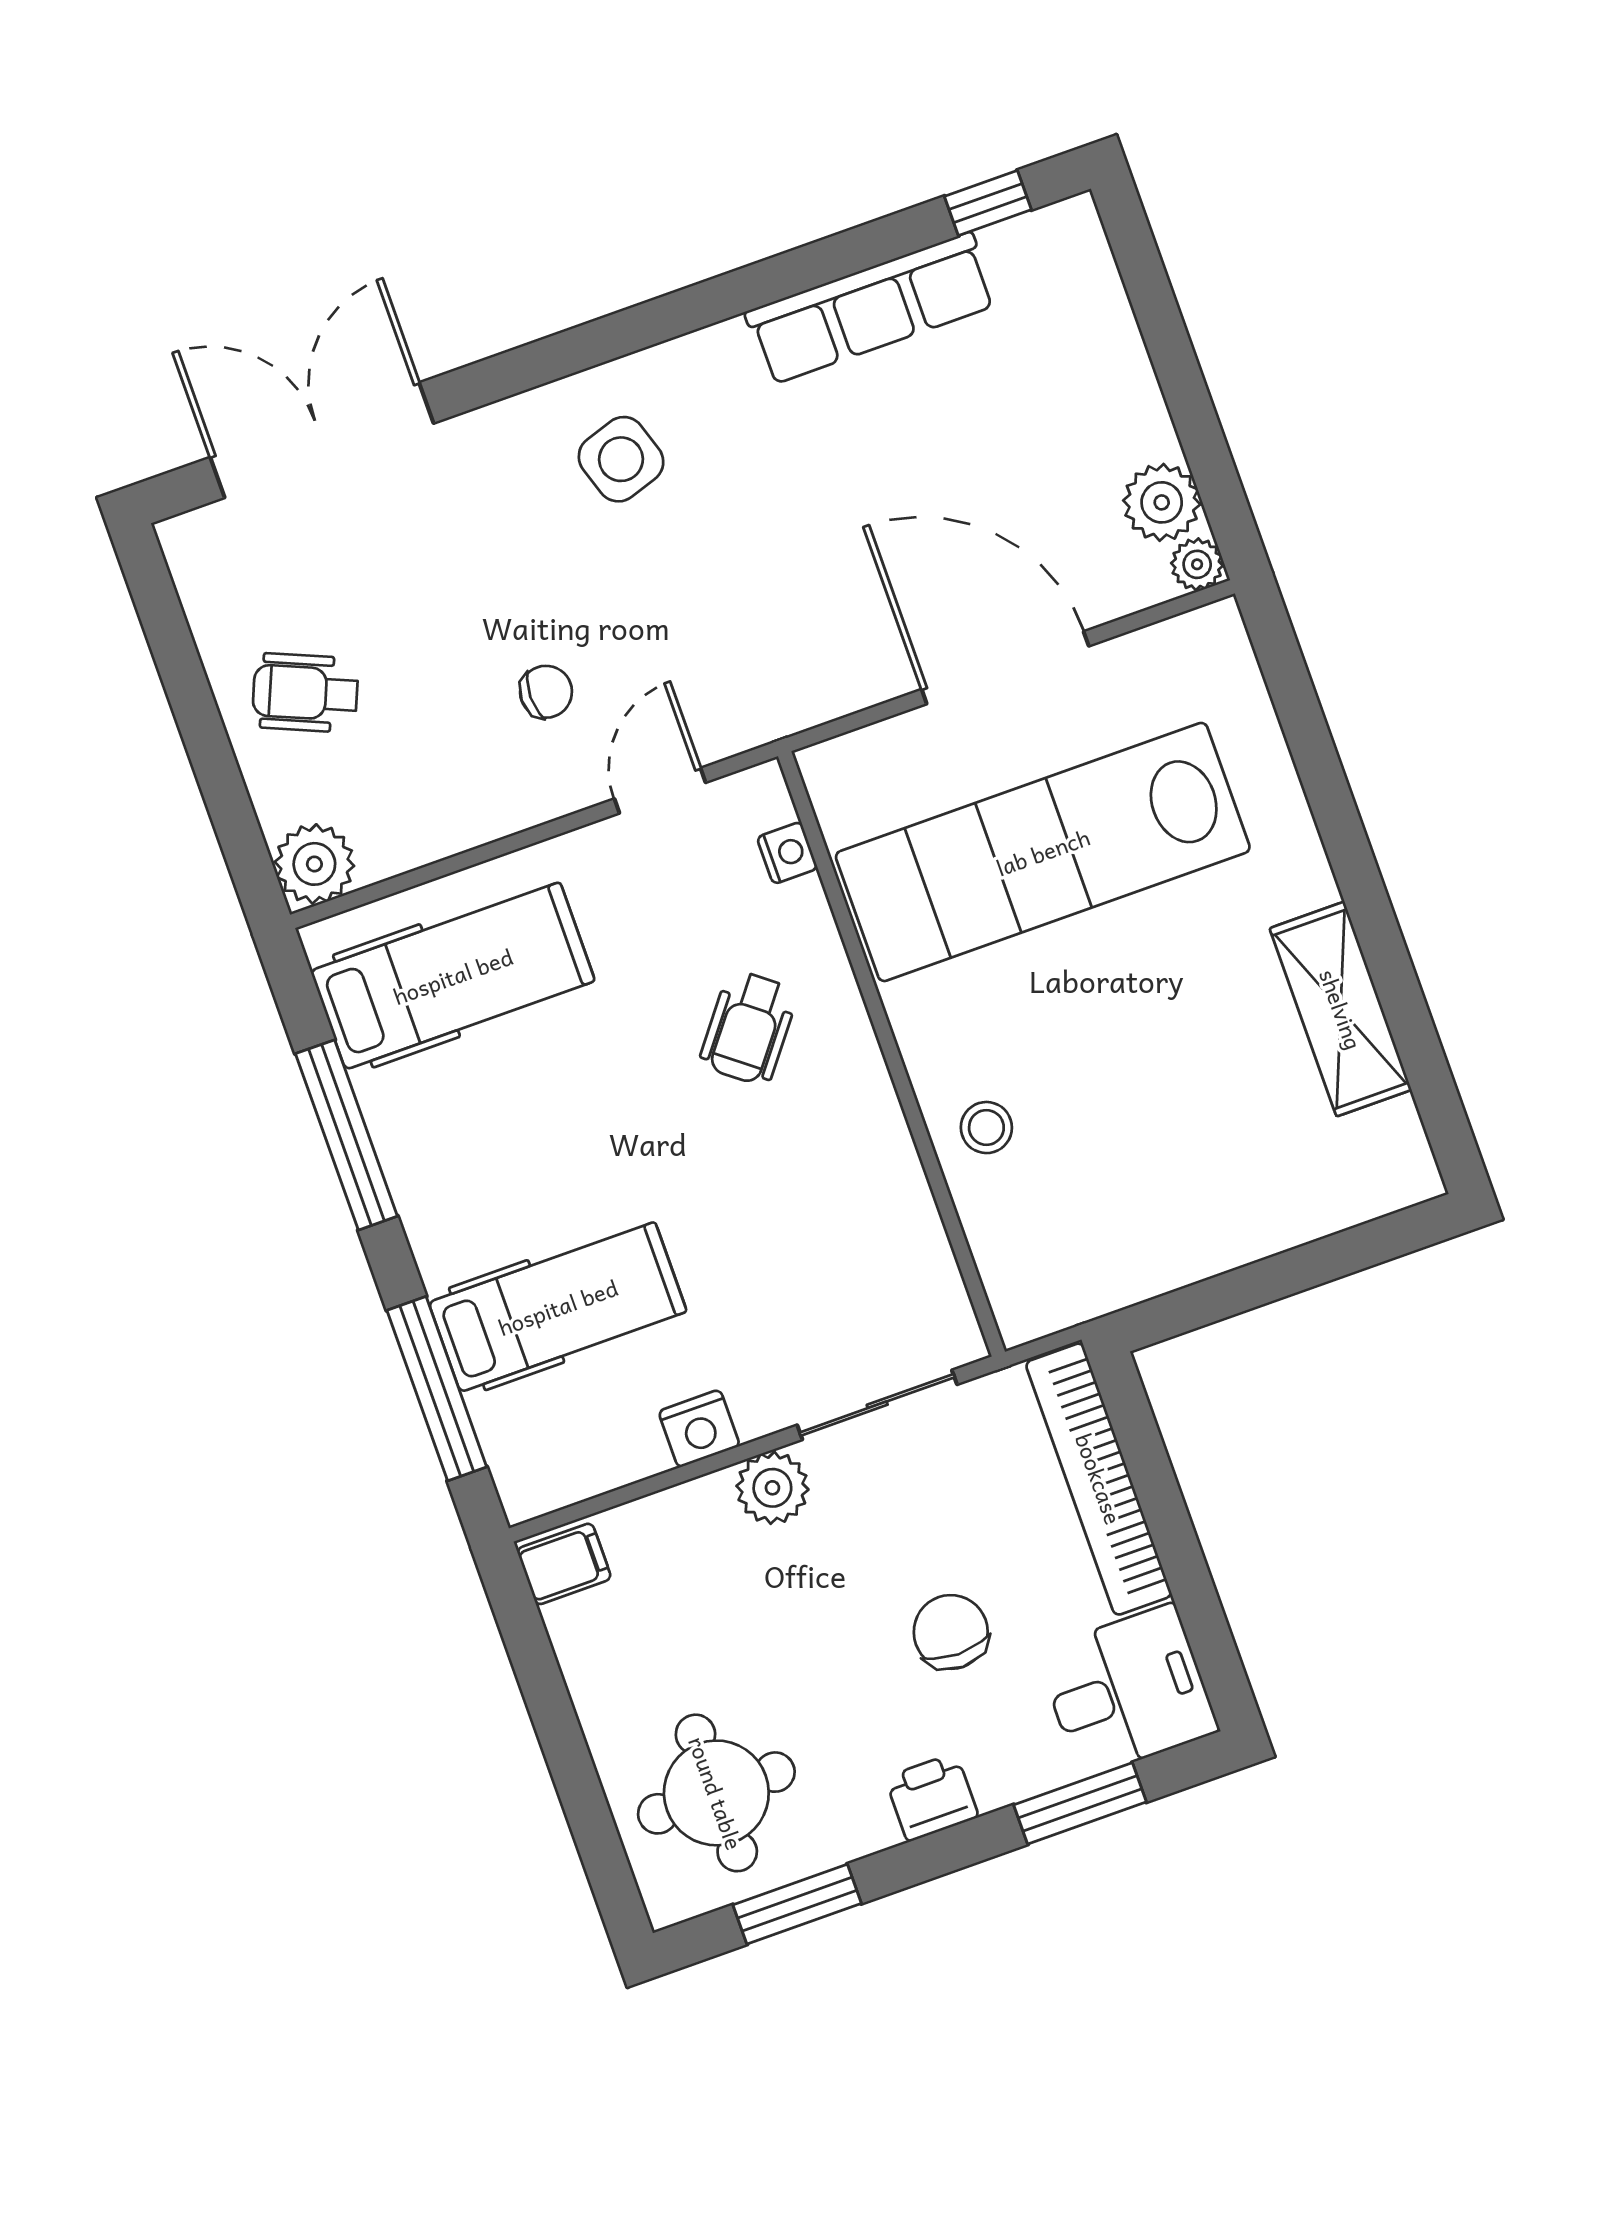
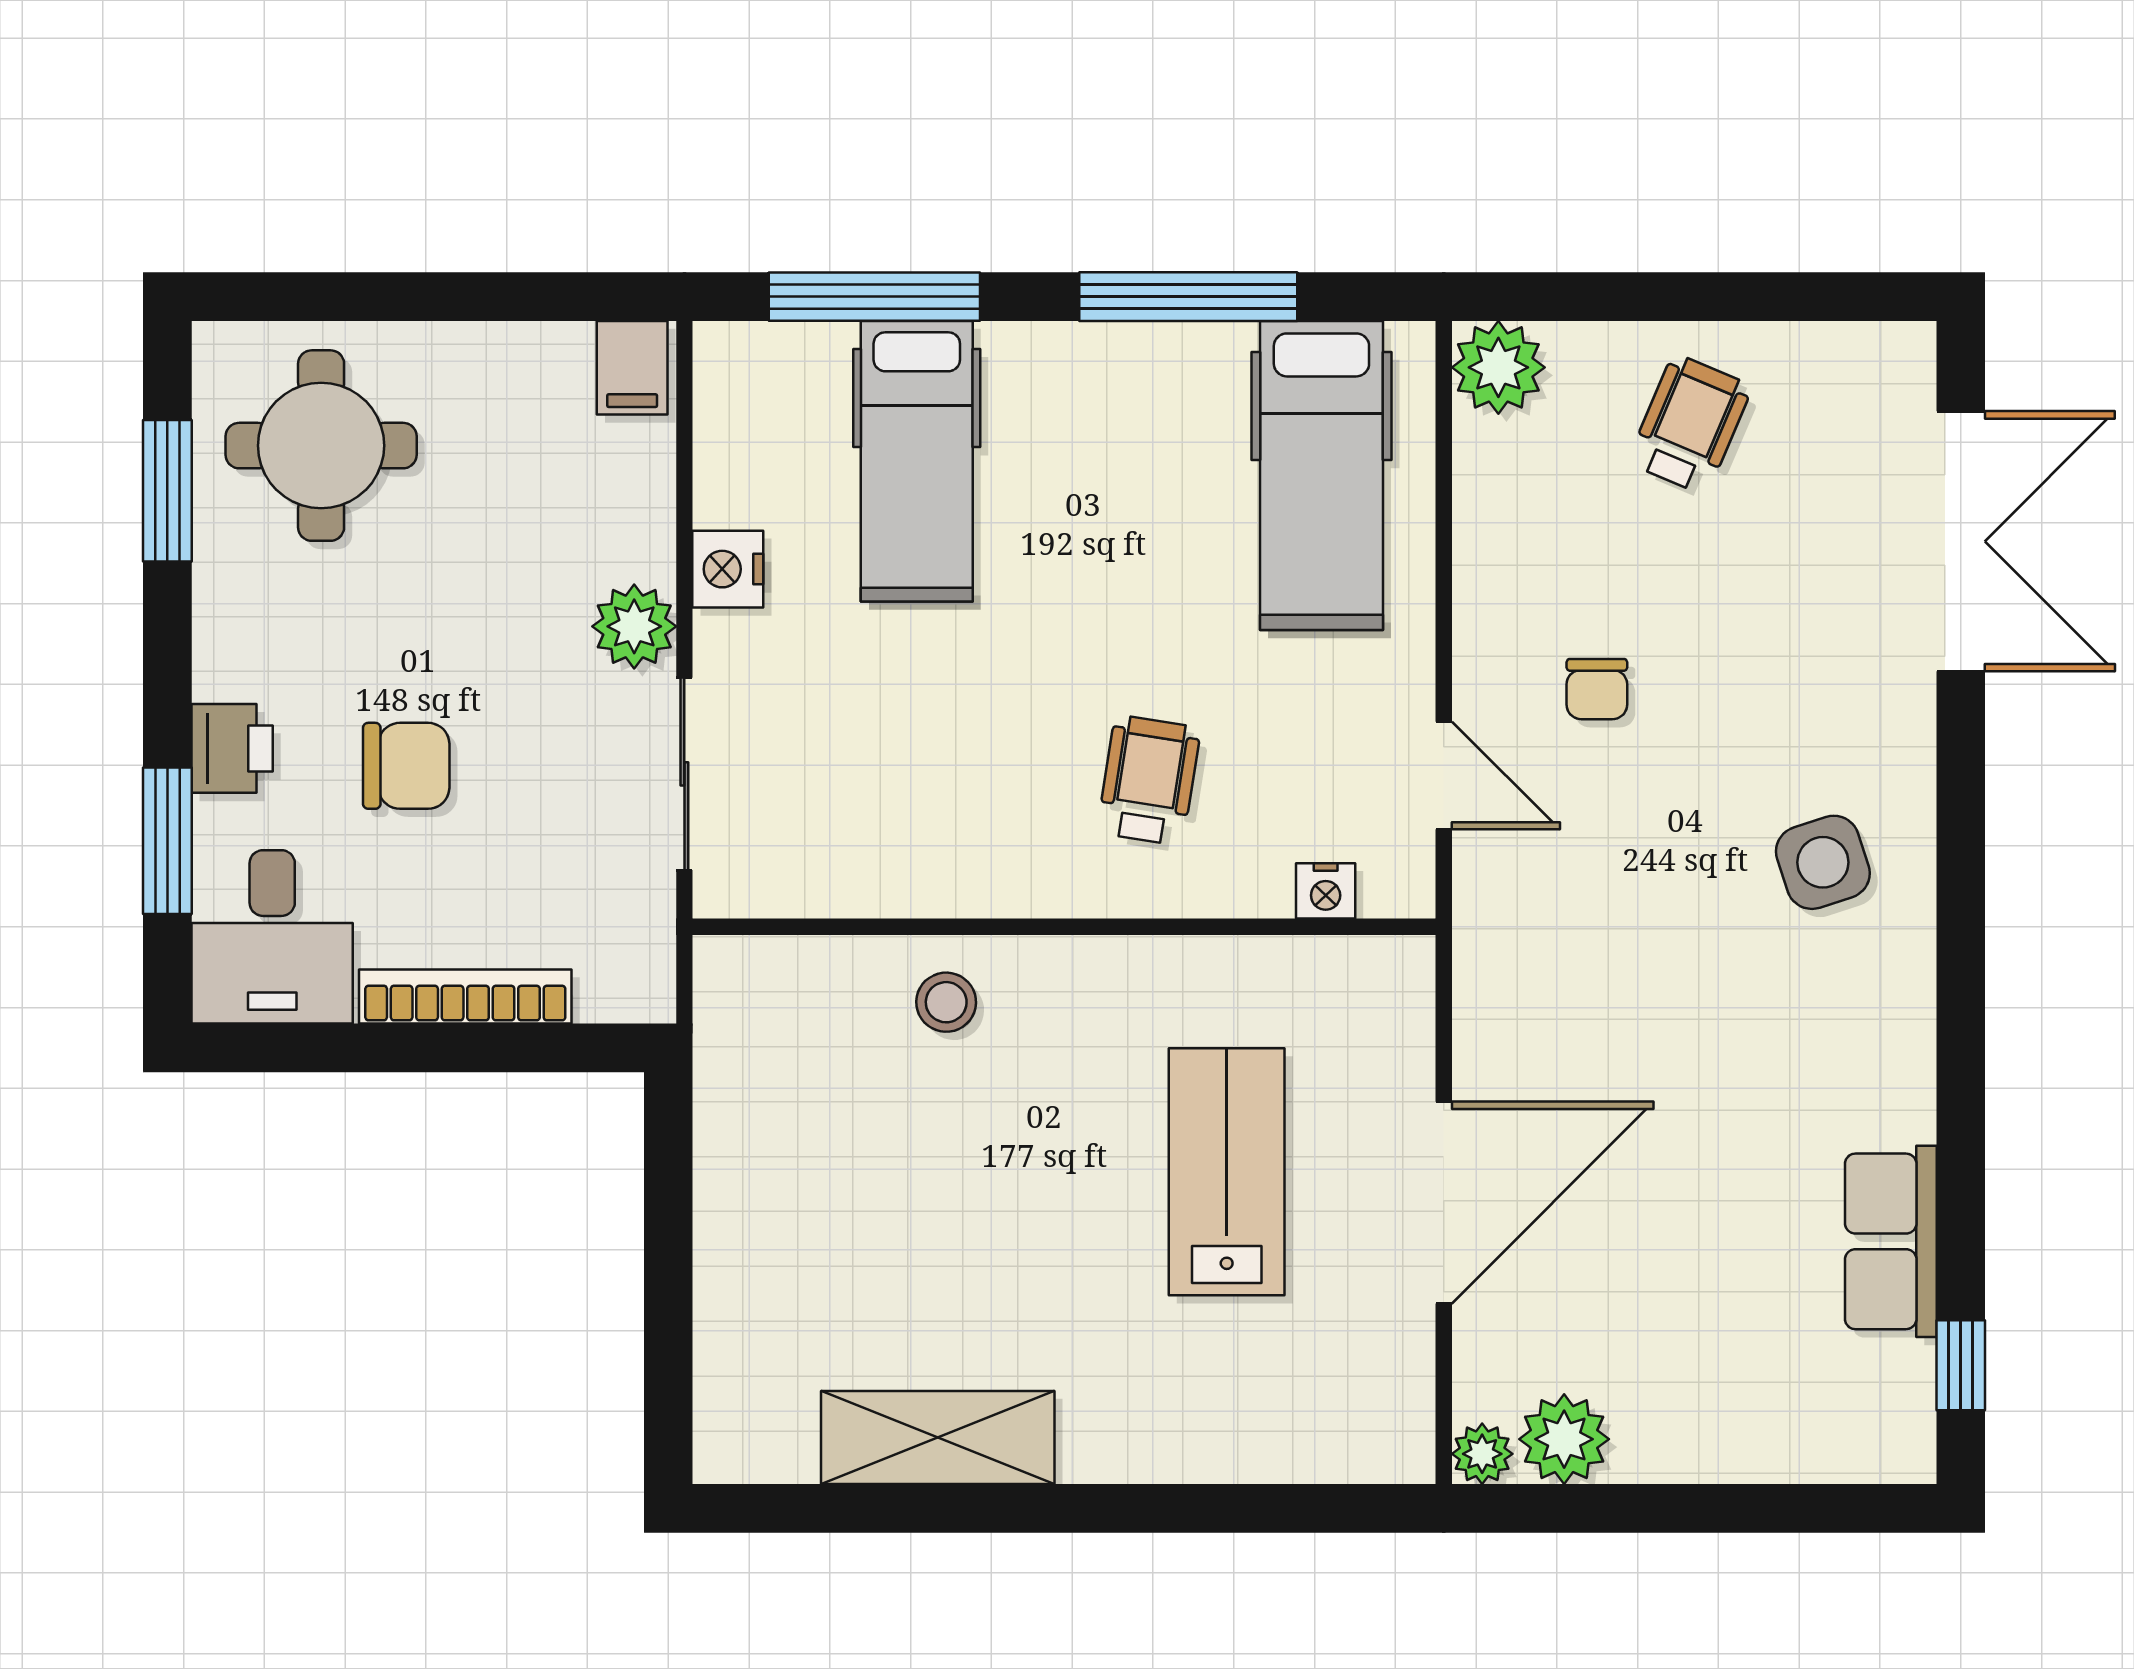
row of seats: (871, 308) -> (1891, 1241), width x0.68
lab bench: (1043, 852) -> (1227, 1172), width x0.54, depth x0.72
wheelchair: (749, 1028) -> (1149, 780), turned 61
bookcase: (1099, 1479) -> (465, 997), width x0.68, depth x0.76
printer: (932, 1797) -> (232, 748), moved

